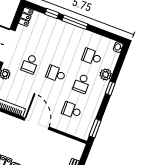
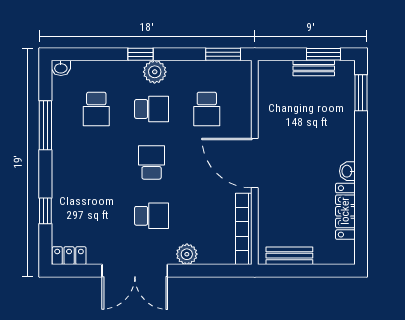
window: (75, 22) -> (45, 125), moved
school desk: (56, 74) -> (152, 162), turned 180
plant: (106, 75) -> (155, 72), moved
door: (37, 124) -> (255, 163), hinge flipped

